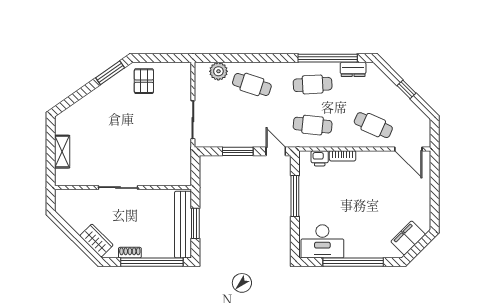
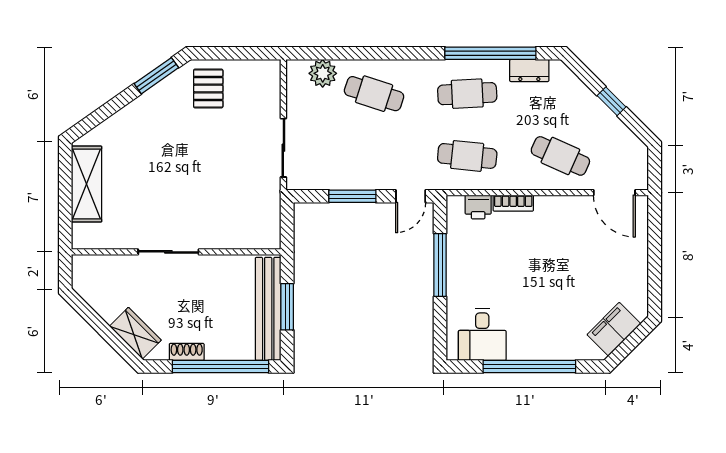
door: (276, 151) -> (411, 196), swing flipped
shelving: (62, 152) -> (87, 184), width x1.50, depth x1.33
desk: (322, 241) -> (482, 335), width x0.73

